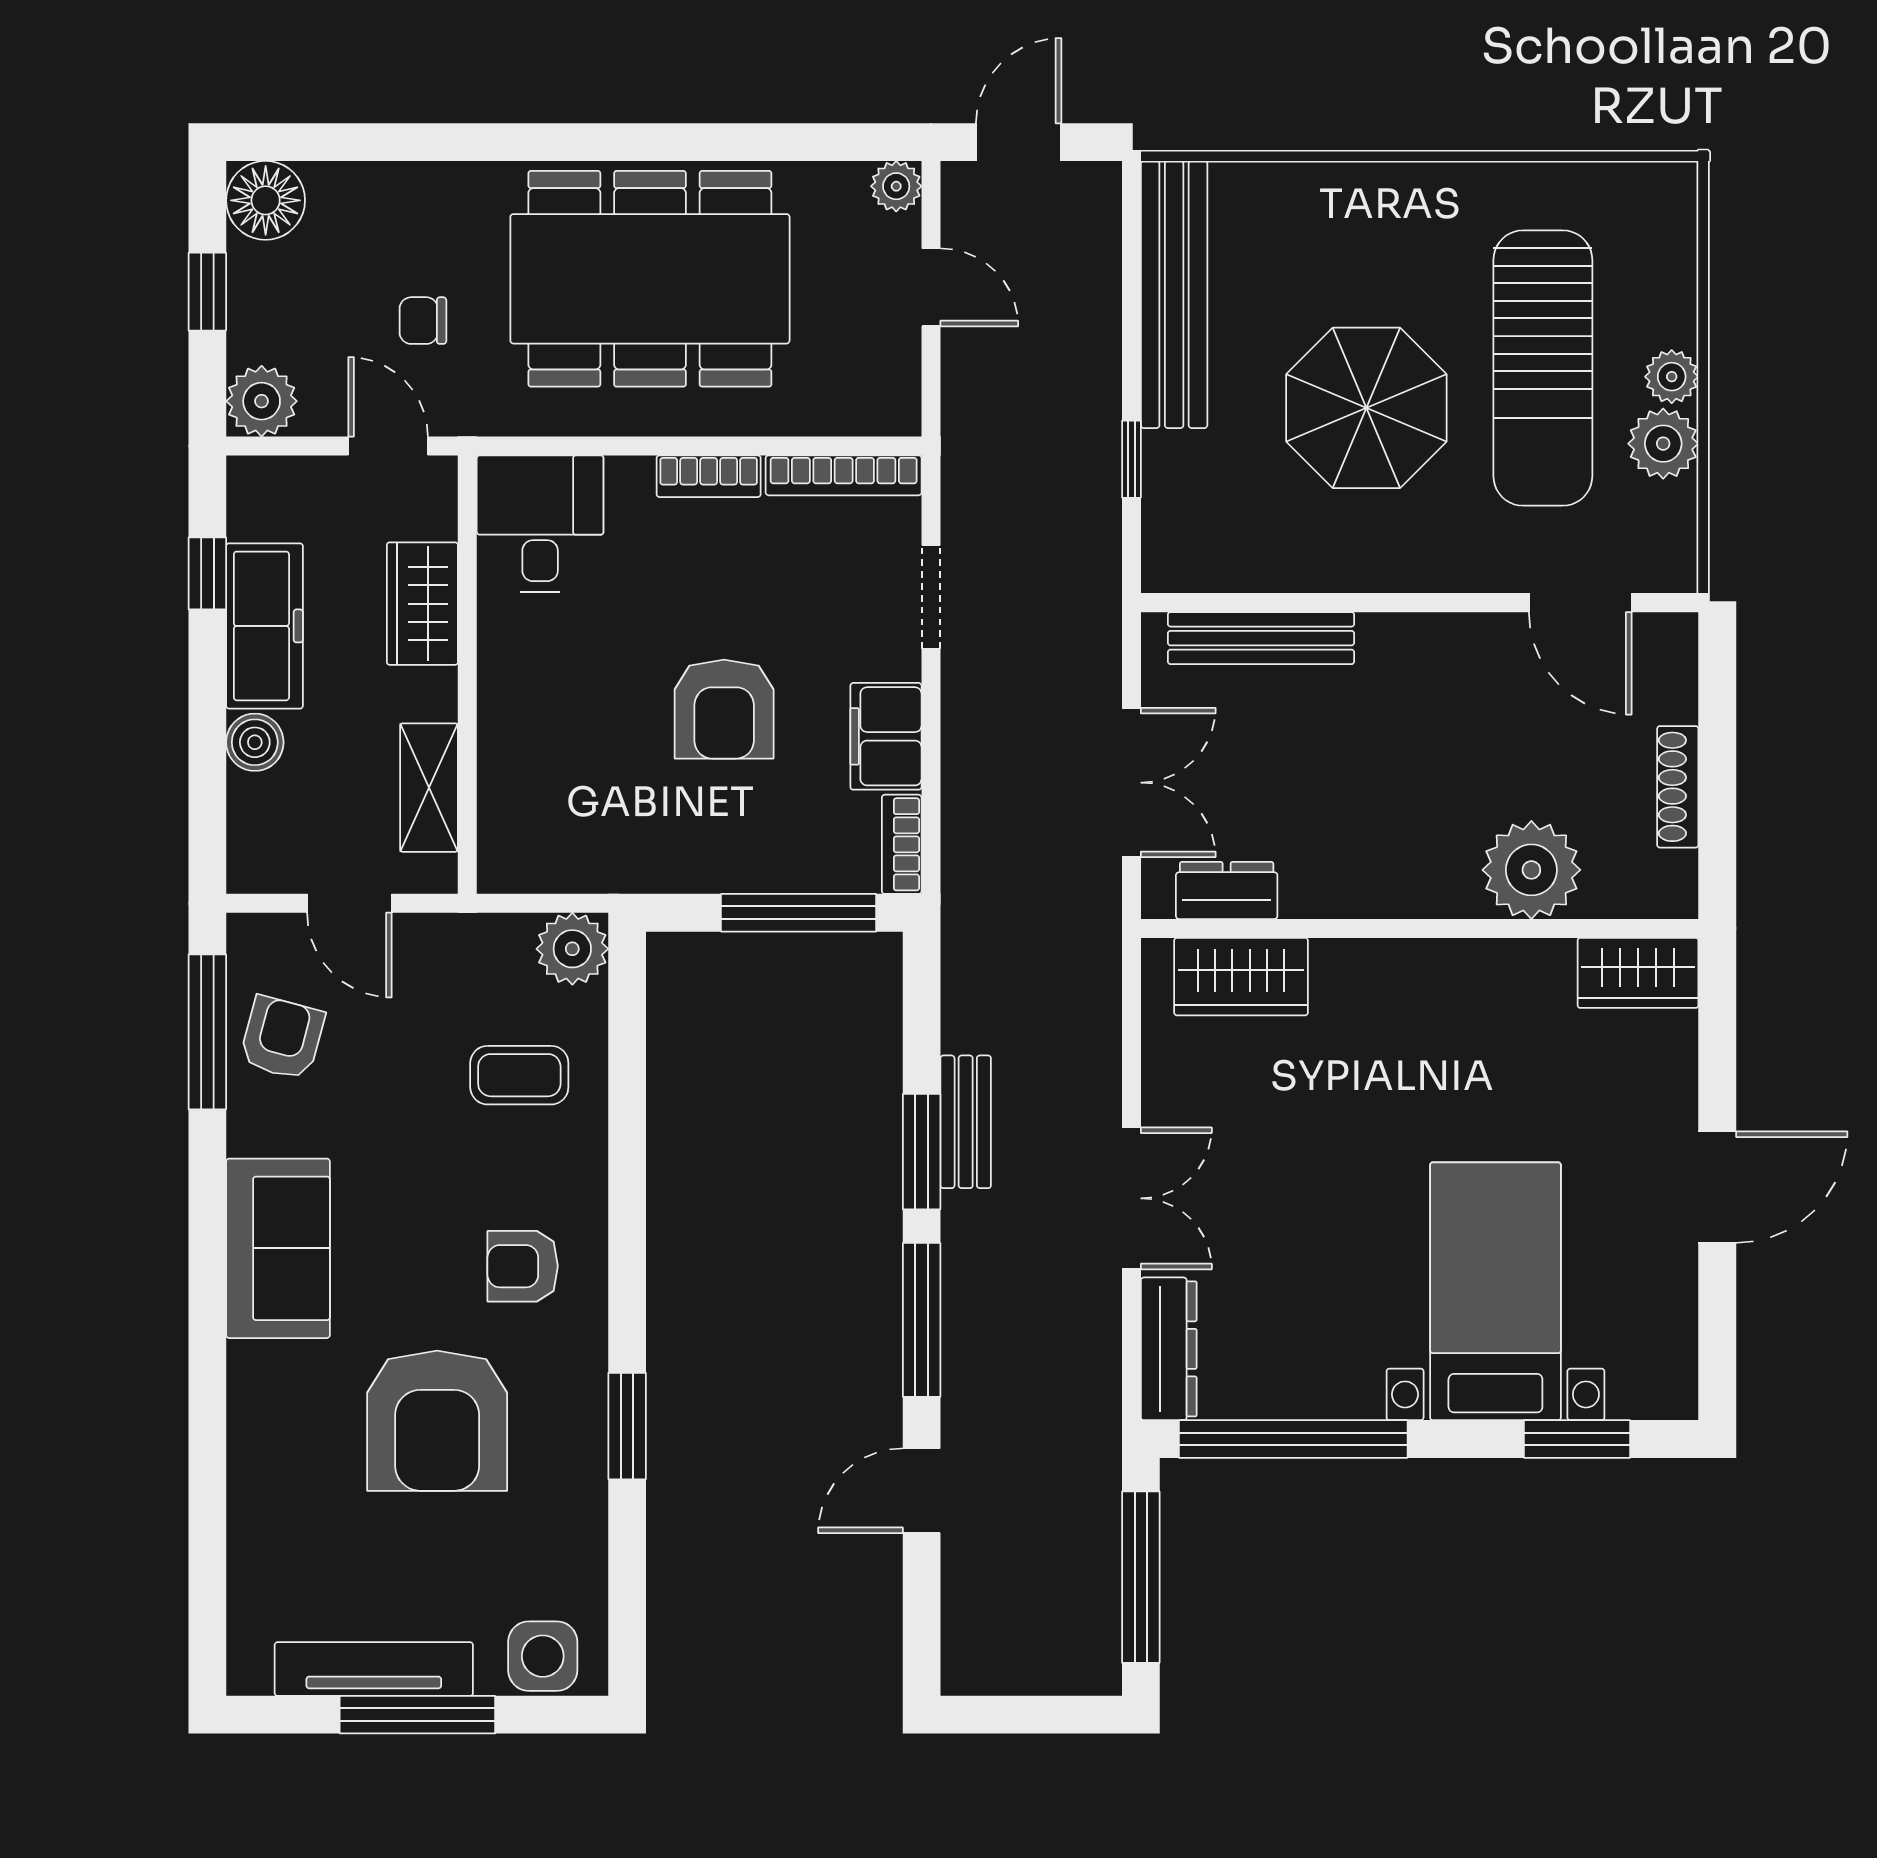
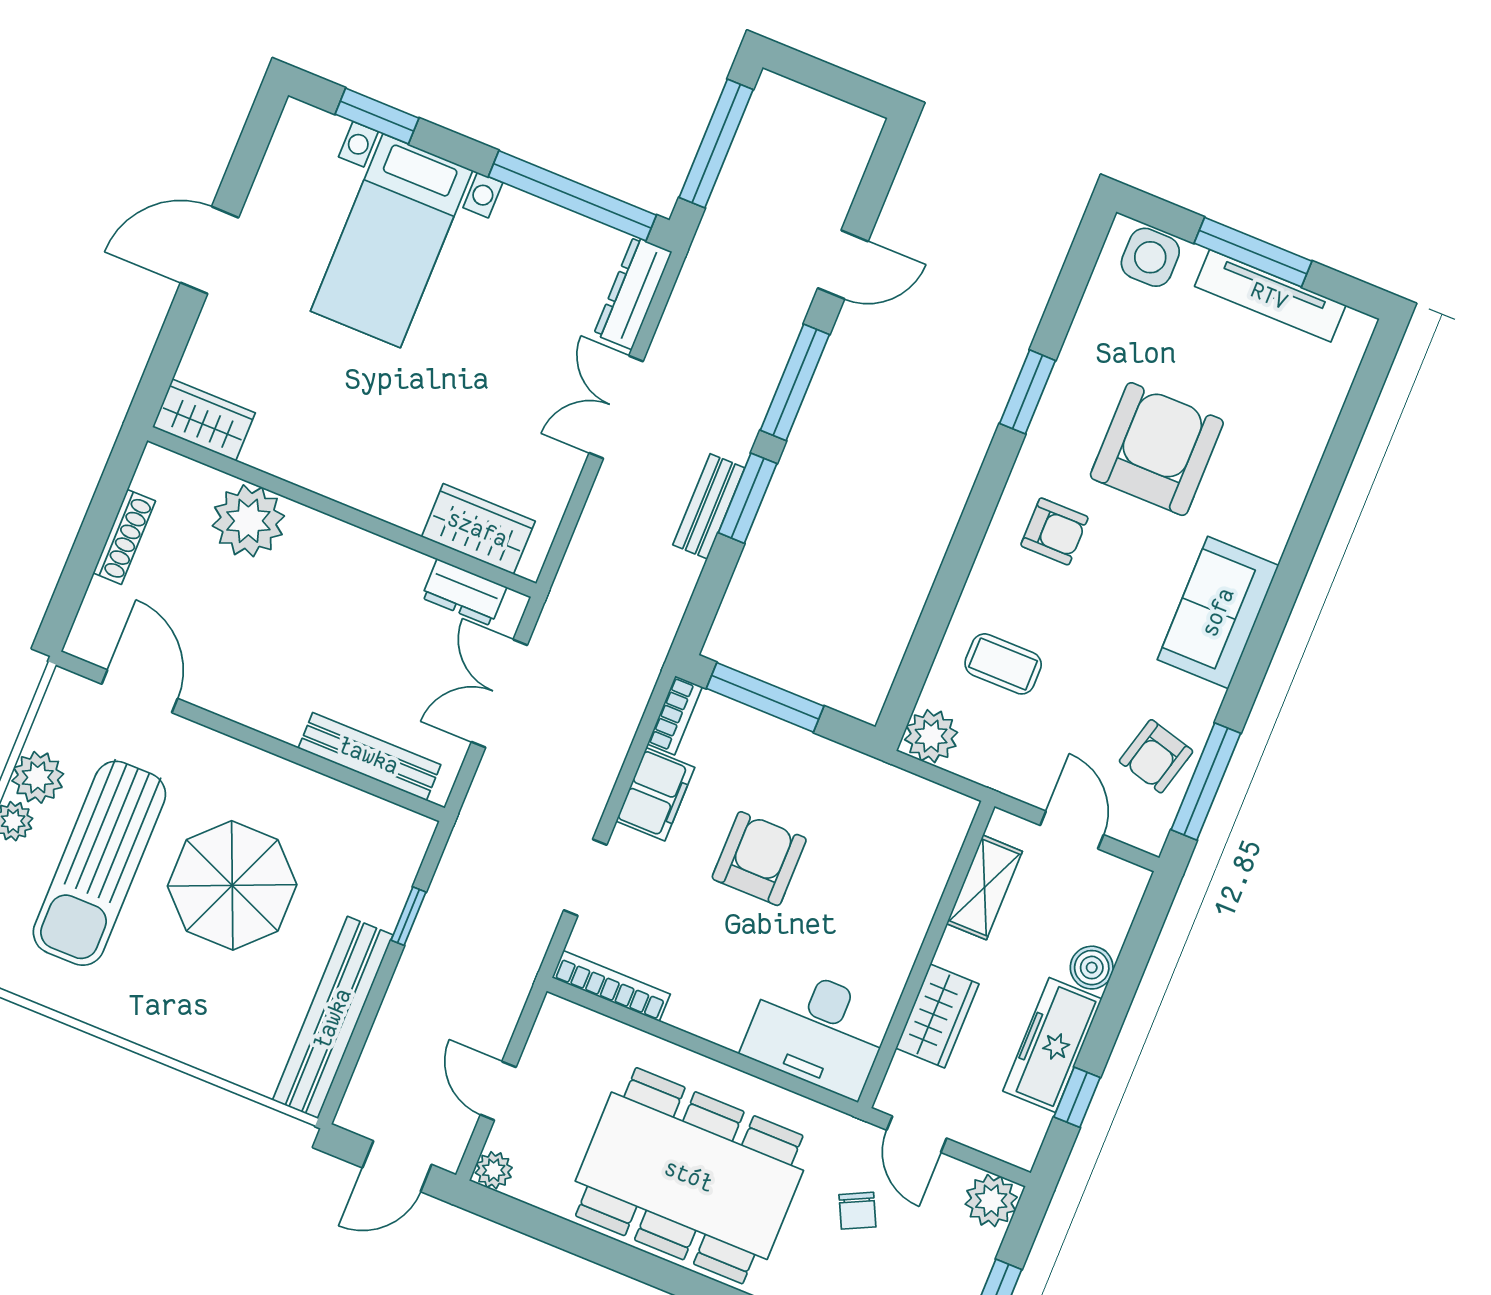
chair: (423, 321) -> (857, 1211), turned 64
sun lounger: (1543, 368) -> (99, 863), turned 180
bookcase: (709, 476) -> (704, 1023), removed
desk: (540, 524) -> (818, 1031), width x1.37

